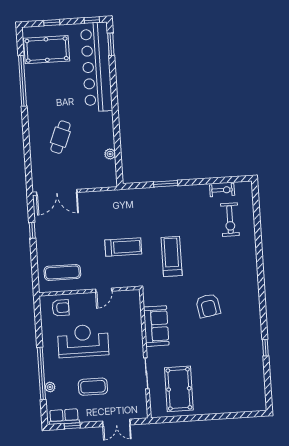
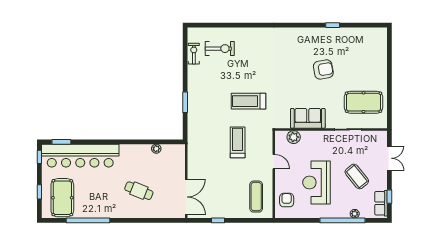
armchair: (208, 306) -> (323, 69), moved
plant: (134, 311) -> (294, 137), added
coffee table: (93, 387) -> (357, 176), turned -39

